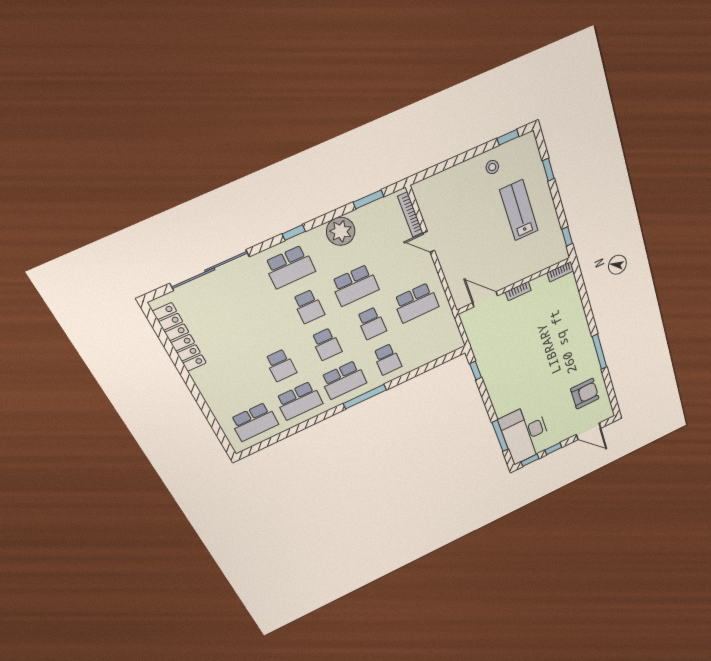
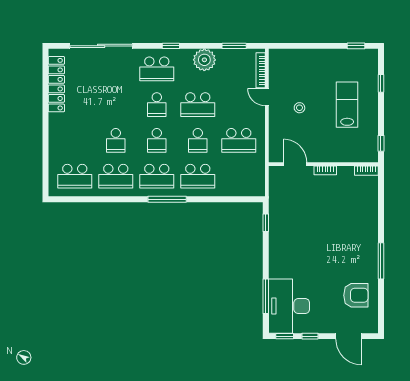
stool: (492, 167) -> (299, 108), moved
school desk: (387, 359) -> (198, 176), width x1.85

